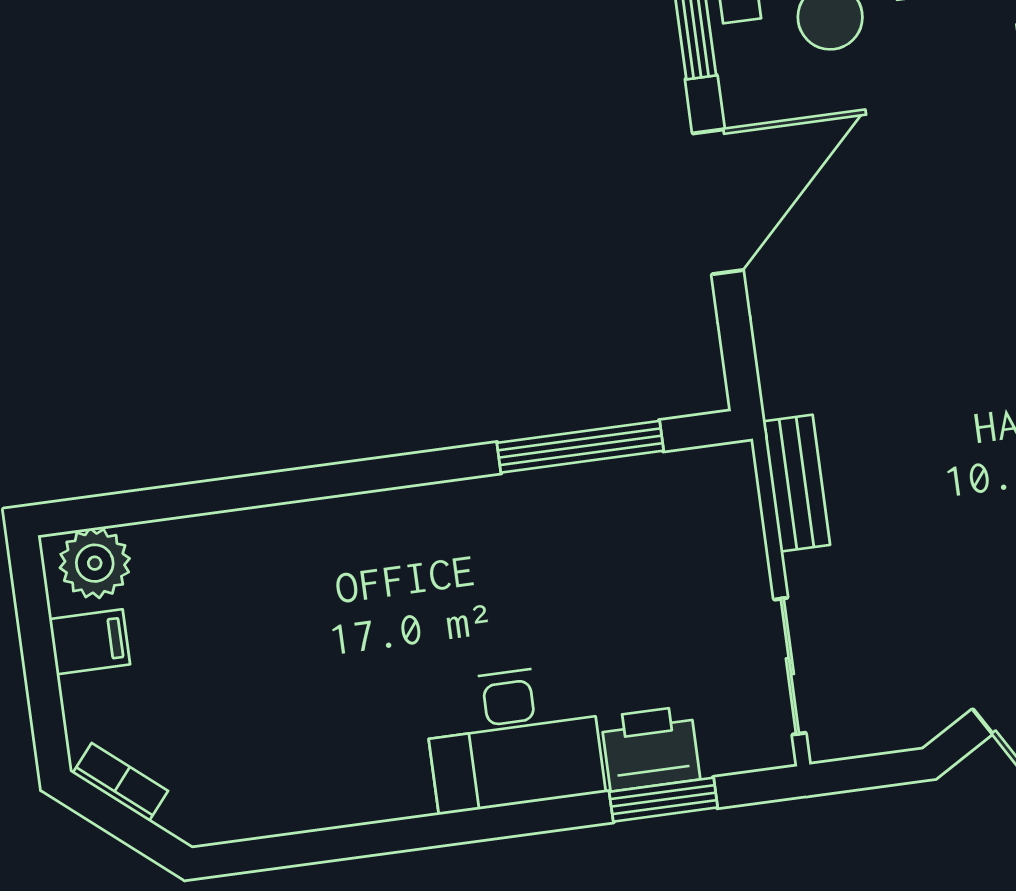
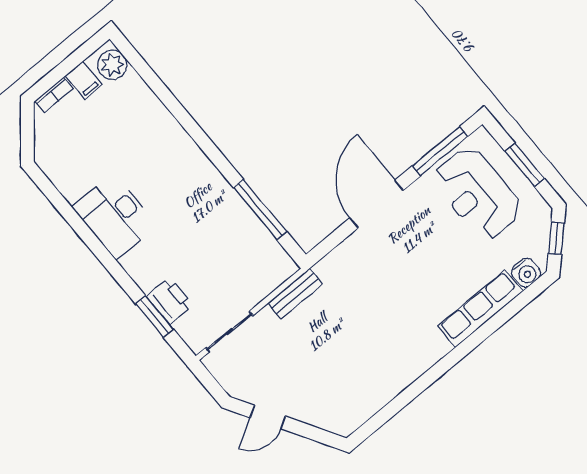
door: (718, 202) -> (377, 204), swing flipped
desk: (514, 738) -> (115, 216), moved
bookcase: (120, 782) -> (54, 95), moved, turned 50

